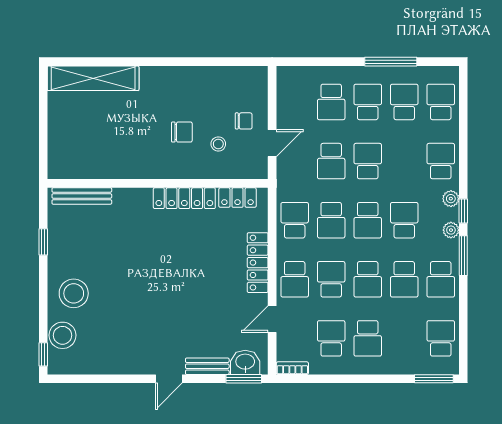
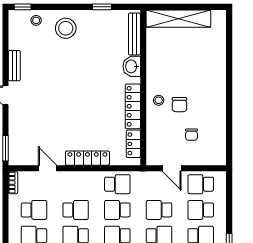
shelving: (93, 78) -> (178, 19), moved, turned 90
chair: (244, 121) -> (191, 135), moved
stool: (218, 144) -> (159, 100), moved
school desk: (295, 279) -> (201, 184), moved
stool: (62, 335) -> (36, 20), width x0.53, depth x0.53
washbasin: (245, 362) -> (132, 66), moved, turned 180
bench: (207, 366) -> (14, 66), moved

